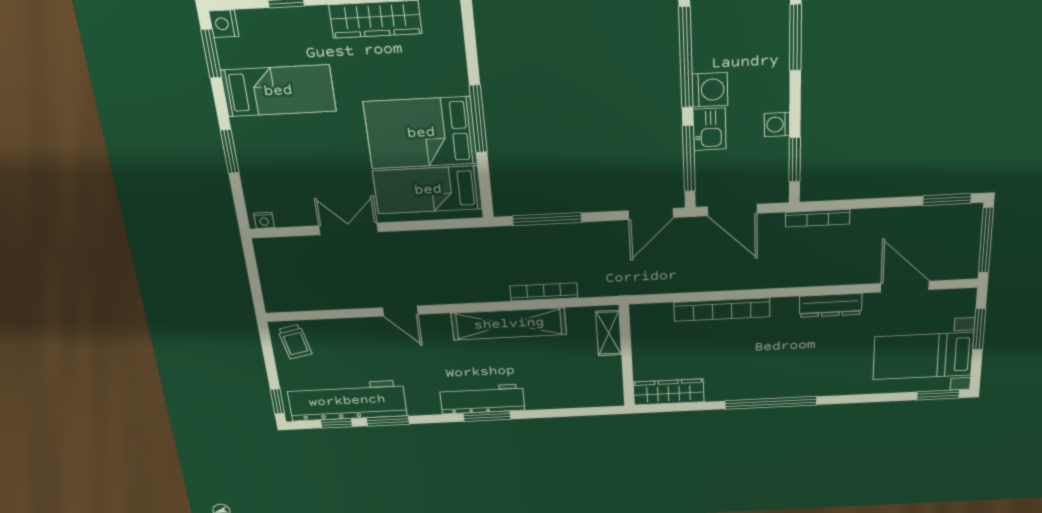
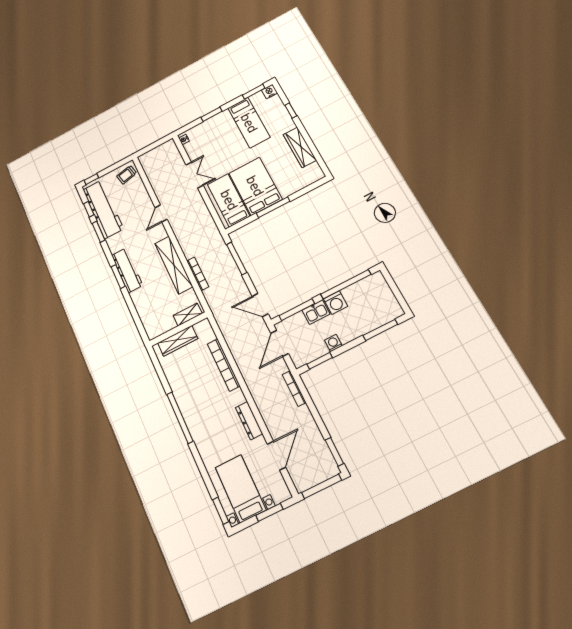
wardrobe: (669, 392) -> (178, 341), moved, turned 90

